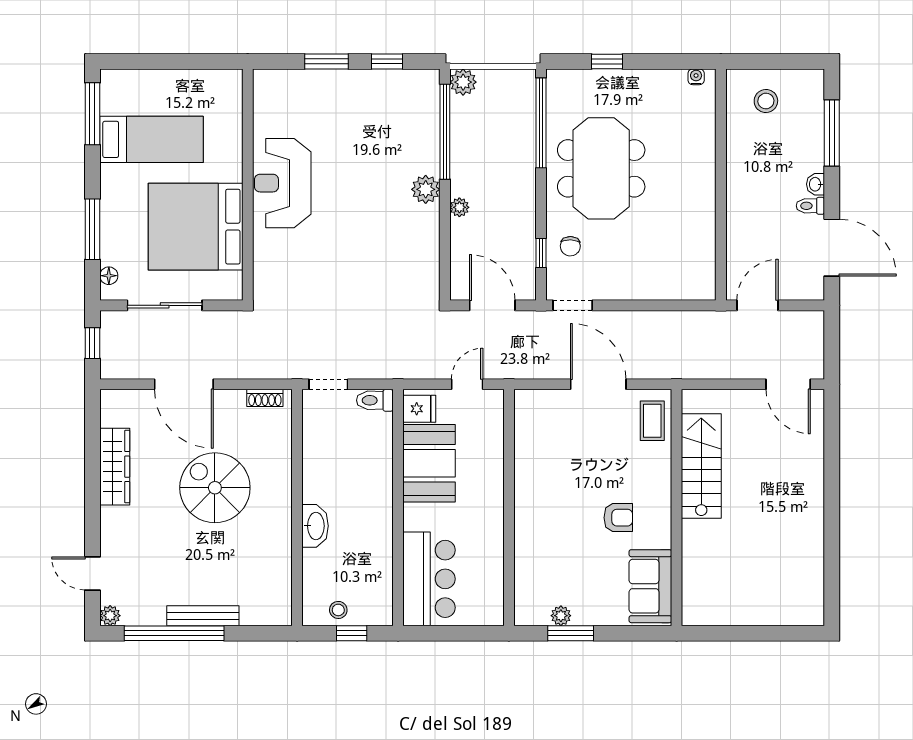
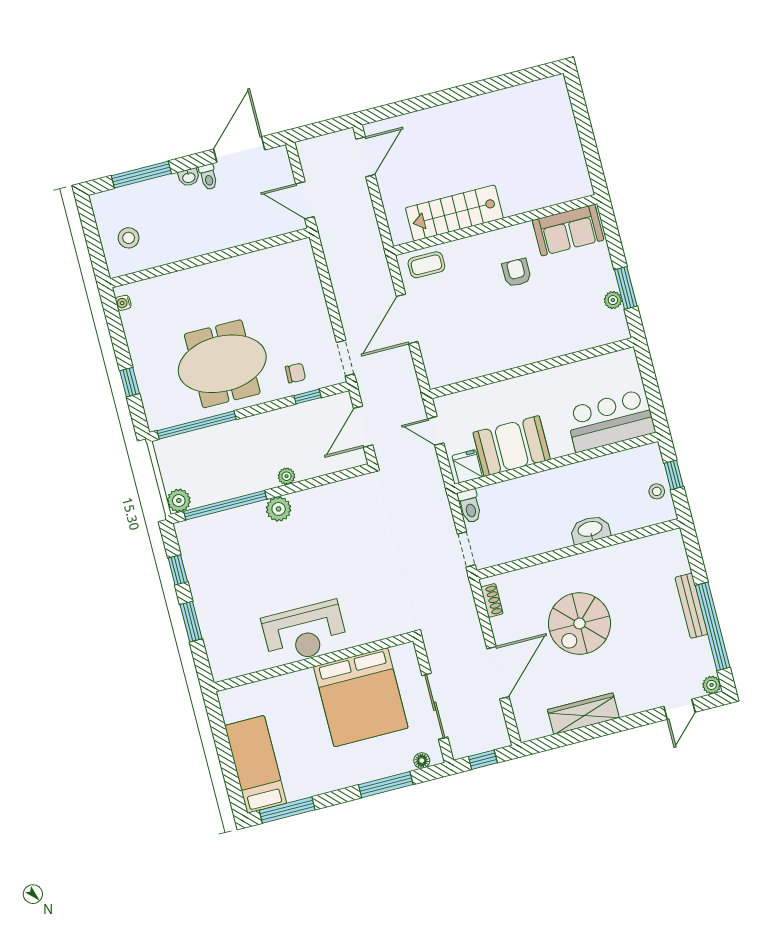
bed: (152, 139) -> (256, 764), moved

